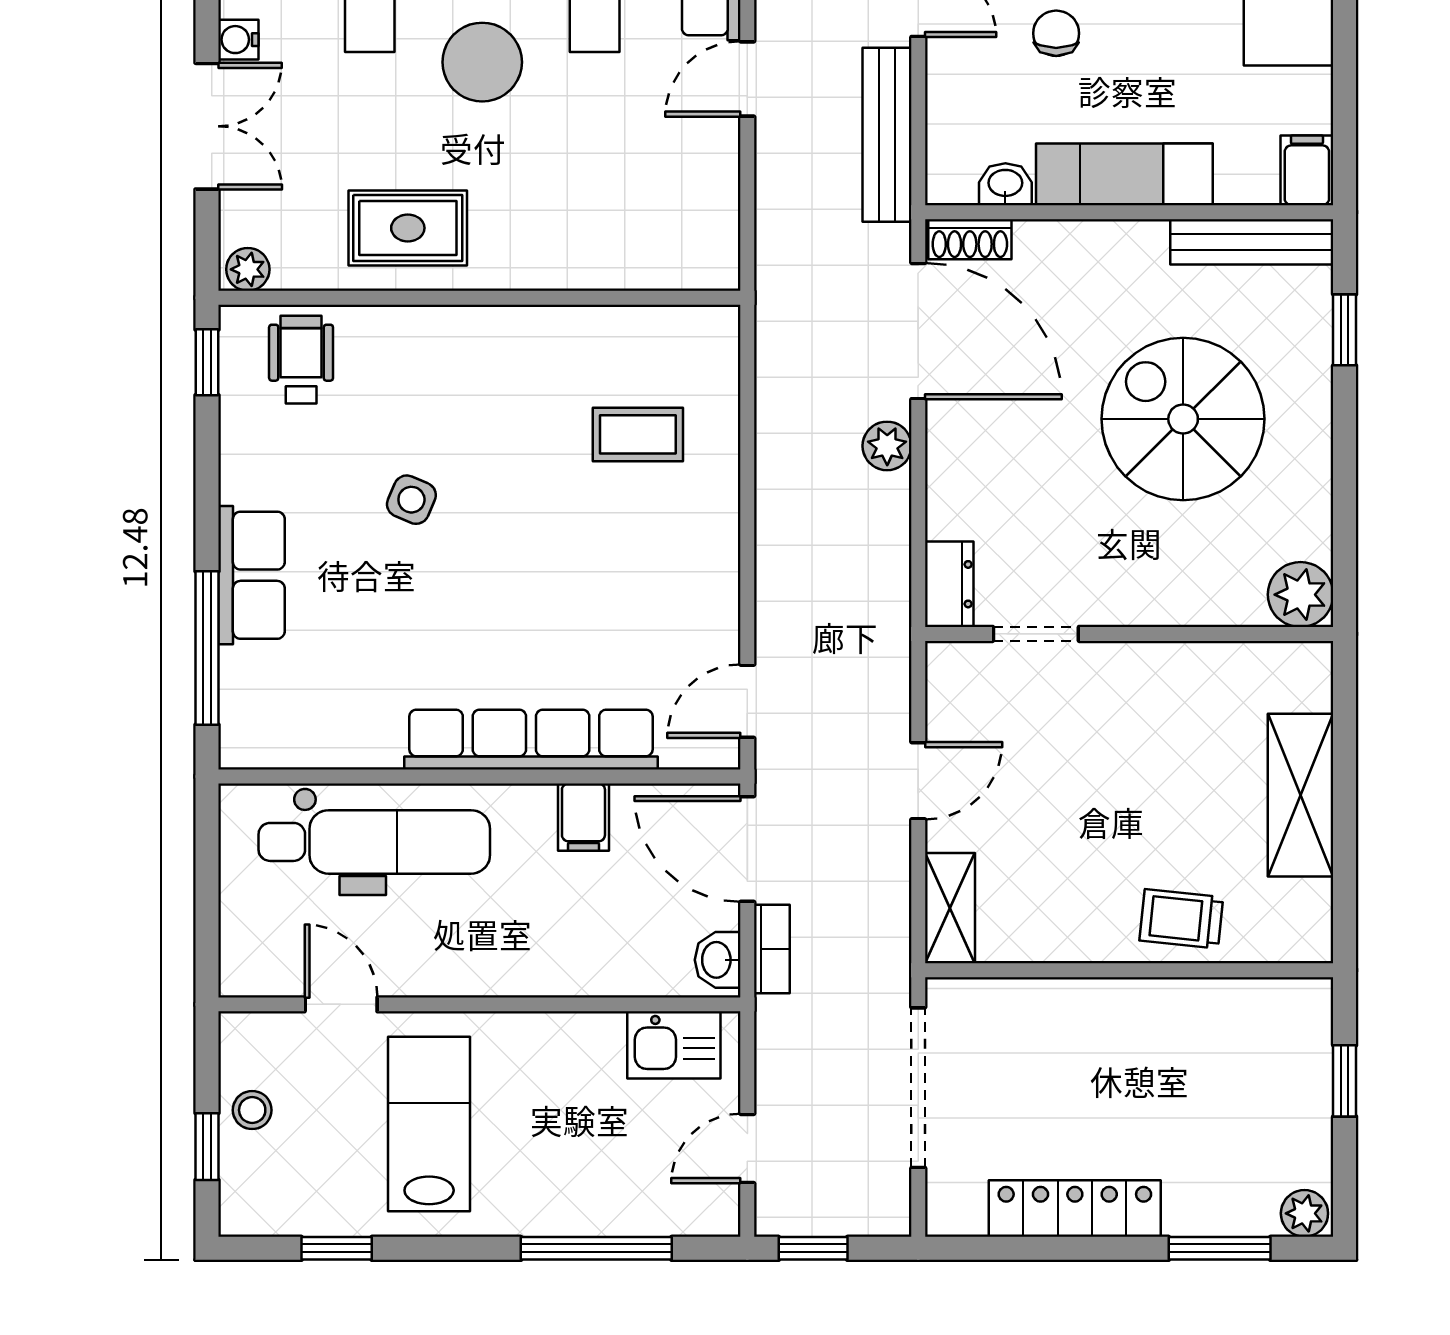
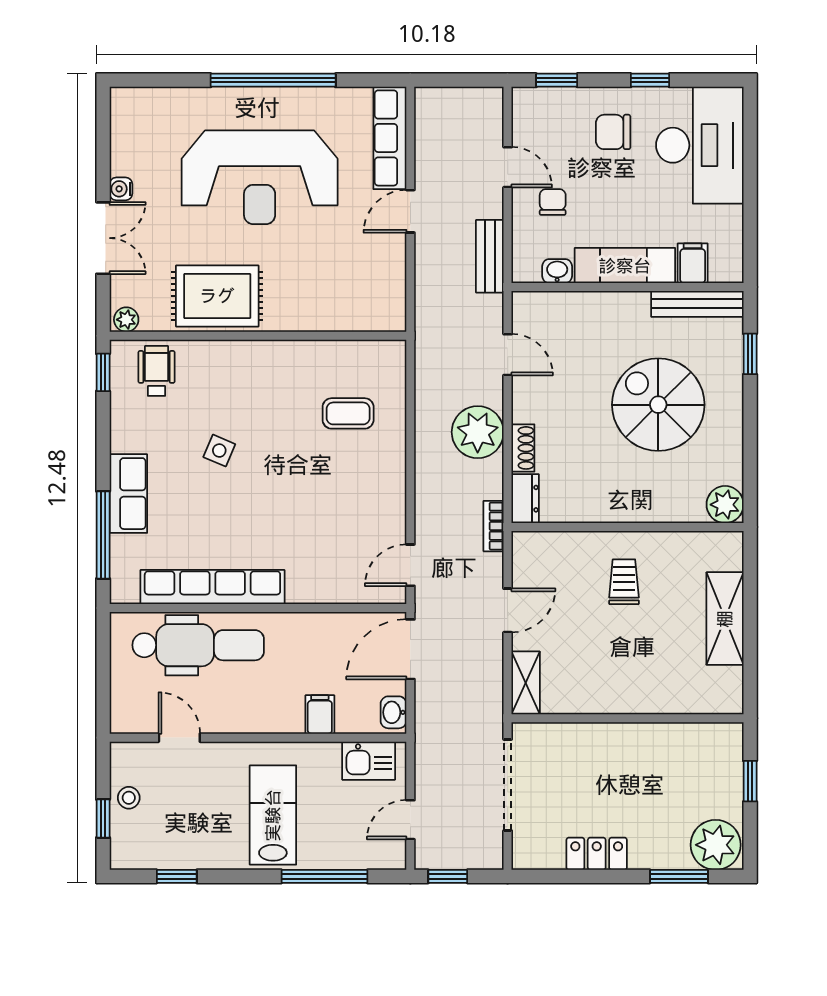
chair: (1056, 33) -> (553, 202), moved
bench: (887, 135) -> (490, 256), width x0.73
filing cabinet: (1307, 170) -> (693, 263), moved
rug: (408, 228) -> (217, 296), width x1.36, depth x1.43
shoe rack: (970, 239) -> (523, 448), moved, turned -90
door: (918, 331) -> (508, 355), width x0.53
plant: (887, 446) -> (478, 432), width x1.87, depth x1.87
doorway: (1036, 634) -> (575, 527), removed
row of seats: (531, 740) -> (212, 587), moved
filing cabinet: (583, 817) -> (320, 715), moved, turned 180
door: (747, 849) -> (410, 649), hinge flipped
trolley: (1181, 919) -> (624, 582), moved, turned 84
bookcase: (772, 949) -> (494, 526), moved, turned 180
lab bench: (429, 1124) -> (273, 815), moved
locker: (1075, 1208) -> (597, 854), width x0.66
plant: (1304, 1213) -> (716, 845), width x1.87, depth x1.87

